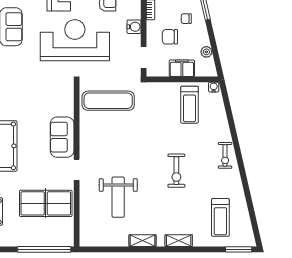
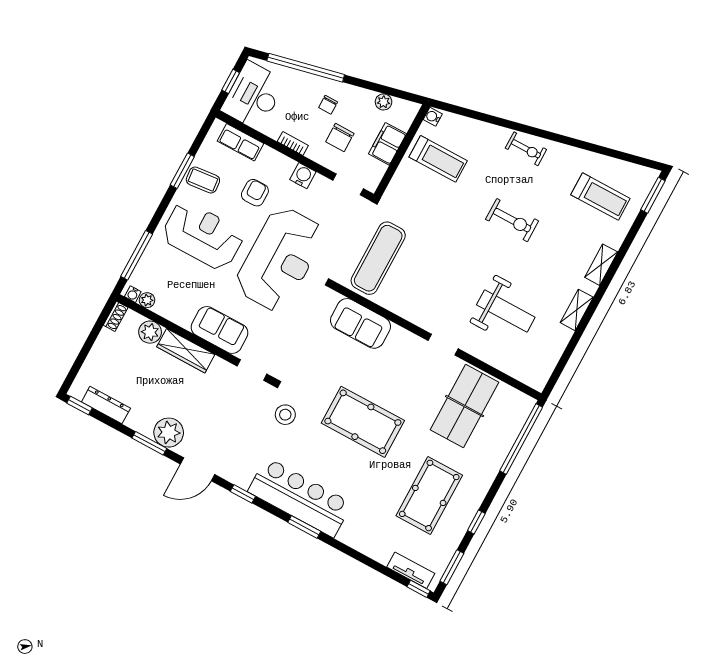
reception desk: (75, 40) -> (280, 259), turned 180
sofa: (62, 137) -> (360, 323), moved

